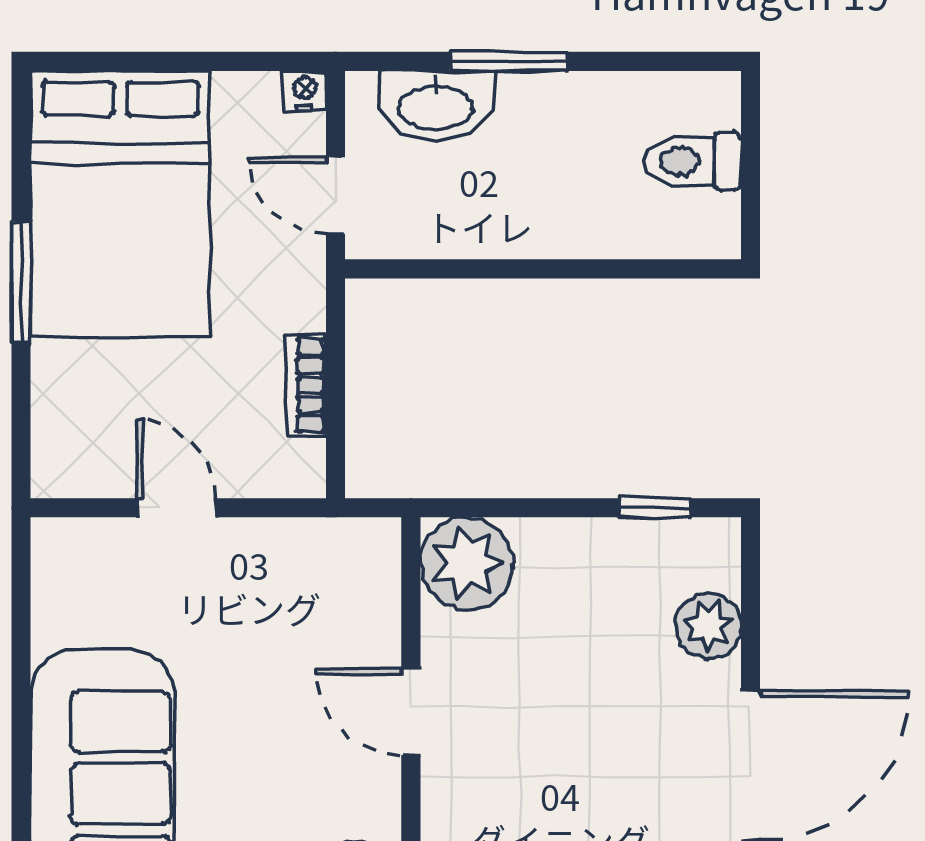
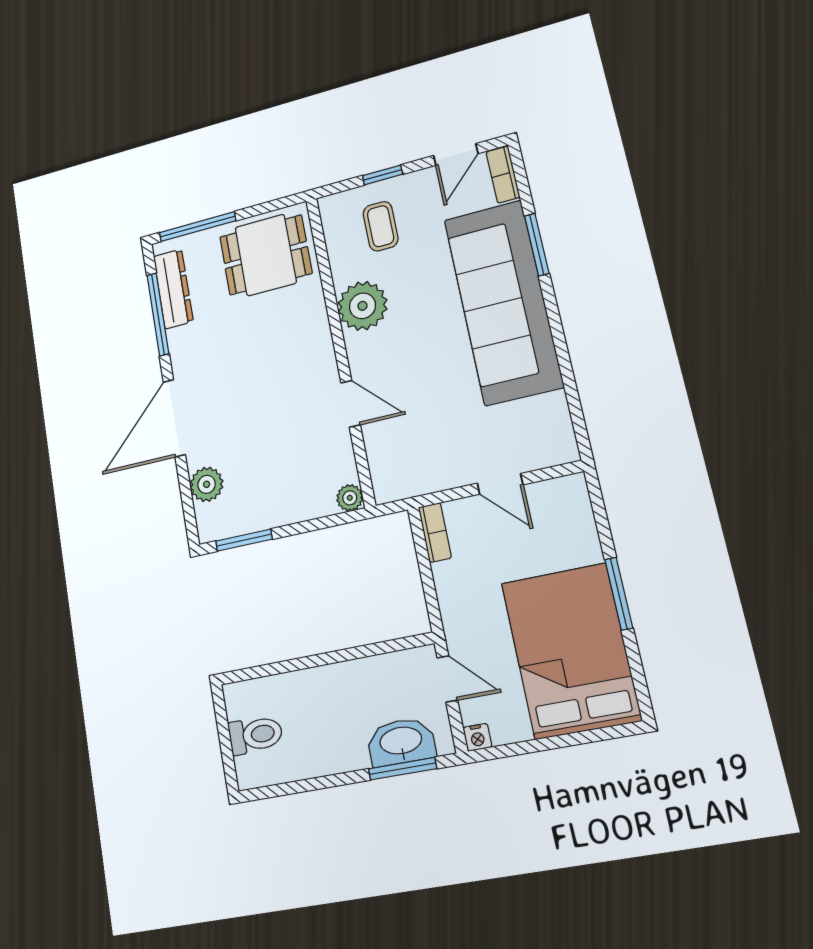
window: (508, 61) -> (402, 769), moved
bookcase: (306, 385) -> (435, 532), moved
window: (654, 508) -> (244, 540), width x1.50
plant: (467, 563) -> (350, 498), width x0.53, depth x0.53

